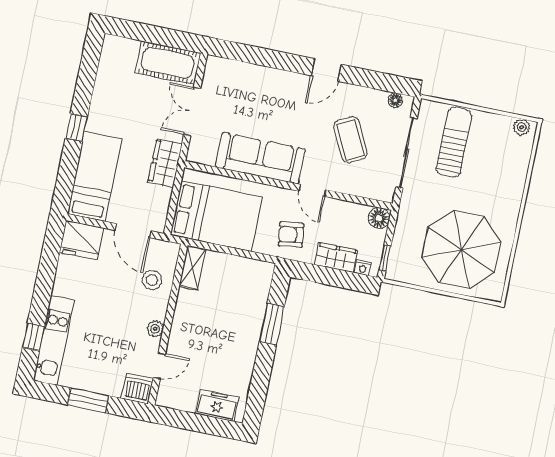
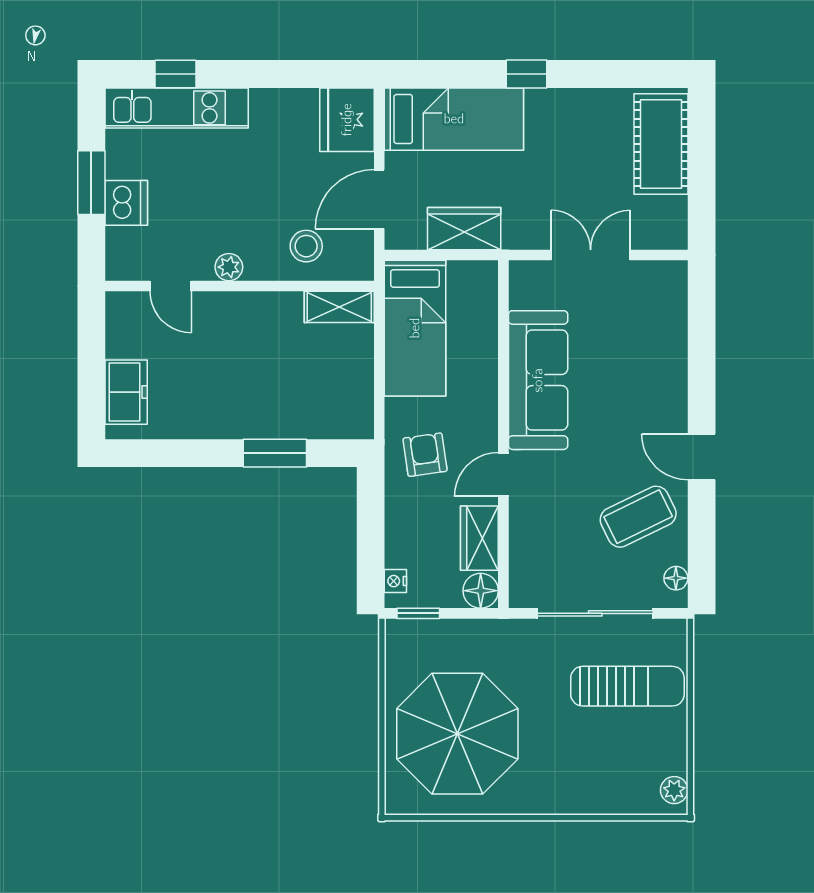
cot: (168, 63) -> (661, 144), moved
coffee table: (350, 140) -> (638, 517), moved
wardrobe: (165, 163) -> (464, 229), moved
bed: (216, 216) -> (415, 328), width x0.67
wardrobe: (336, 257) -> (479, 538), moved, turned 180
dishwasher: (137, 389) -> (126, 203), moved

